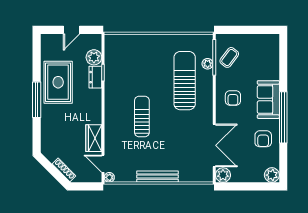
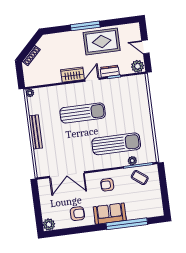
plant: (94, 57) -> (138, 66), moved
sun lounger: (142, 117) -> (83, 113), width x1.36, depth x1.34
window: (283, 117) -> (127, 224), moved
wardrobe: (94, 138) -> (72, 75), moved
armchair: (263, 139) -> (77, 214), turned 180
door: (103, 164) -> (92, 80), moved
plant: (223, 175) -> (44, 185), removed

